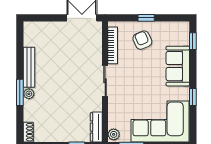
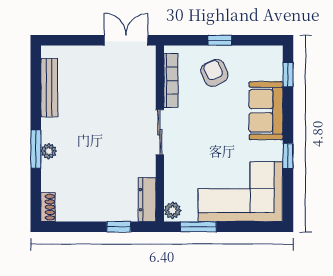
bench: (29, 67) -> (49, 88), moved

